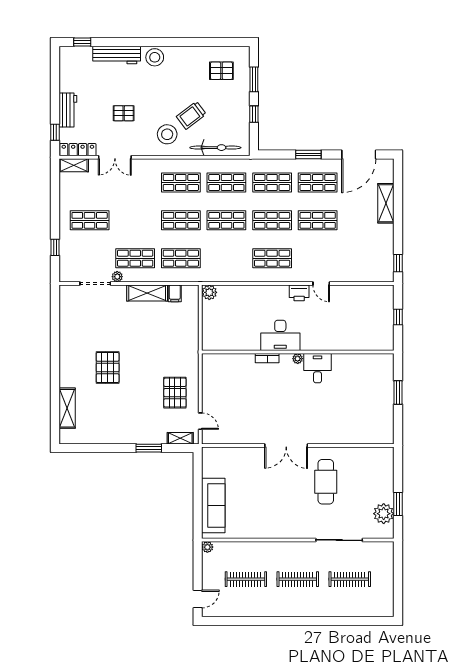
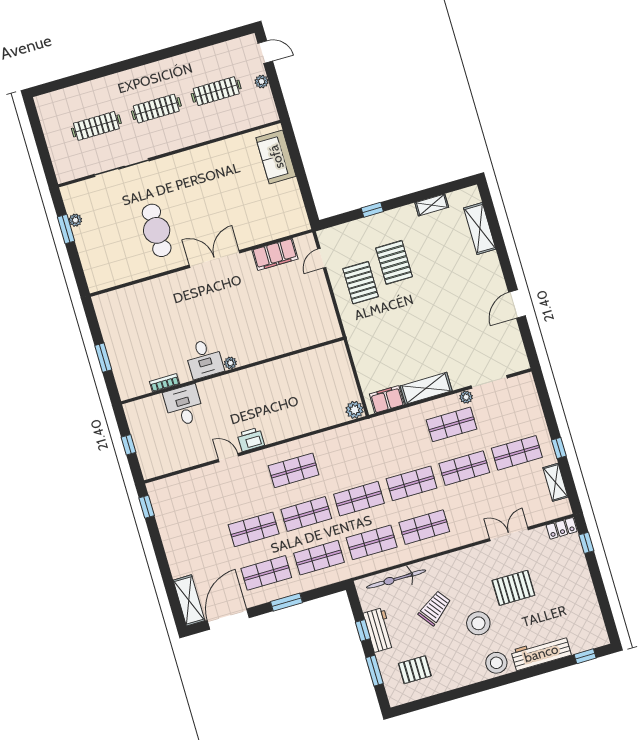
workbench: (68, 110) -> (379, 630), moved, turned 180
pallet: (124, 113) -> (513, 588), width x1.50, depth x1.42
stool: (167, 134) -> (478, 623), moved
locker: (78, 150) -> (562, 528), width x0.66
shelving: (74, 165) -> (555, 482), moved, turned 90
shelving: (386, 203) -> (189, 600), moved
window: (55, 247) -> (559, 448), moved
shop shelf: (181, 258) -> (464, 468), moved
filing cabinet: (175, 293) -> (387, 399), width x2.00
desk: (280, 335) -> (184, 406), moved, width x0.73
door: (55, 339) -> (517, 304), added
bookcase: (267, 358) -> (164, 383), moved
pallet: (108, 368) -> (394, 262), moved
door: (200, 421) -> (322, 258), hinge flipped
filing cabinet: (237, 435) -> (275, 254), added
shelving: (180, 438) -> (432, 205), moved
window: (149, 448) -> (372, 210), width x0.67
sofa: (213, 505) -> (276, 157), width x0.73
plant: (384, 514) -> (75, 220), width x0.53, depth x0.53
plant: (207, 547) -> (262, 82), moved
door: (198, 599) -> (265, 52), swing flipped

